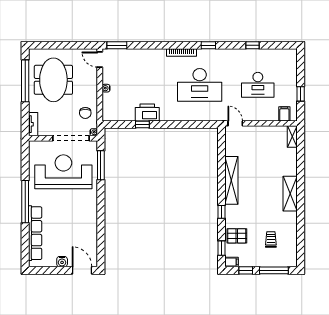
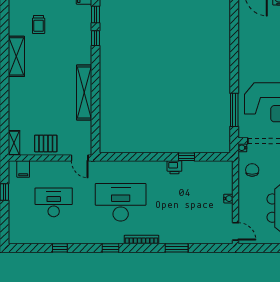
window: (117, 45) -> (177, 248), moved
printer: (147, 113) -> (174, 167), width x0.53, depth x0.68
shelving: (290, 194) -> (16, 56), moved
window: (221, 212) -> (96, 38), moved
pallet: (237, 236) -> (46, 143), moved

